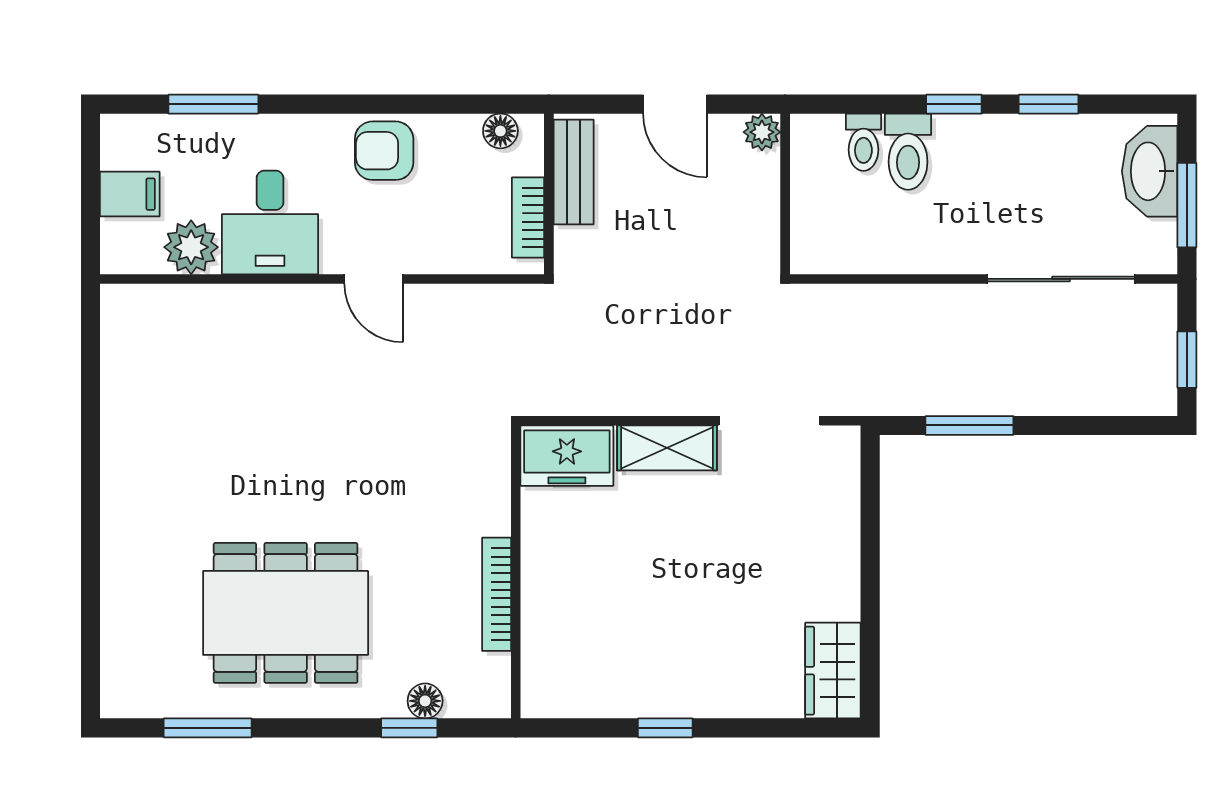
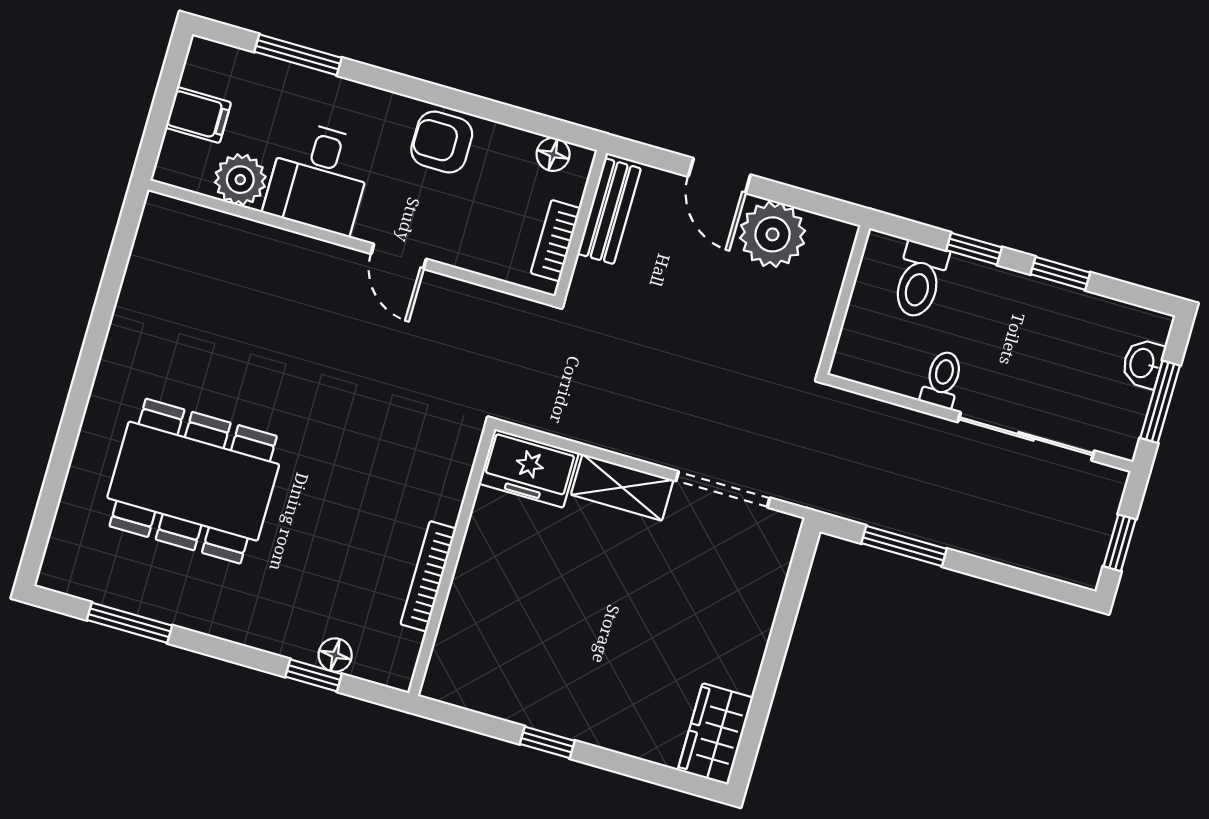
plant: (762, 132) -> (773, 234), width x1.88, depth x1.88
toilet: (863, 142) -> (942, 379), moved, turned 180
washbasin: (1150, 171) -> (1143, 363), width x0.52, depth x0.69
wall: (785, 194) -> (844, 300), moved
dining table: (286, 613) -> (193, 481), moved

